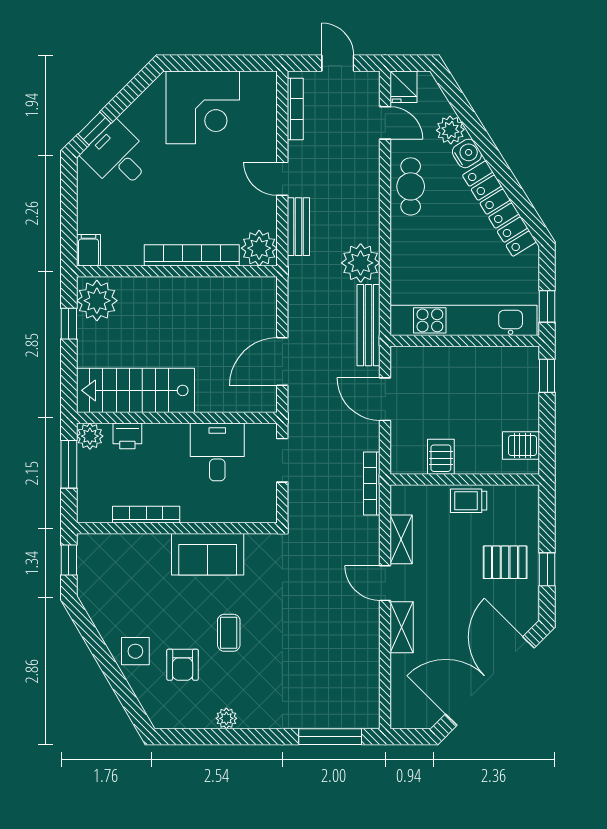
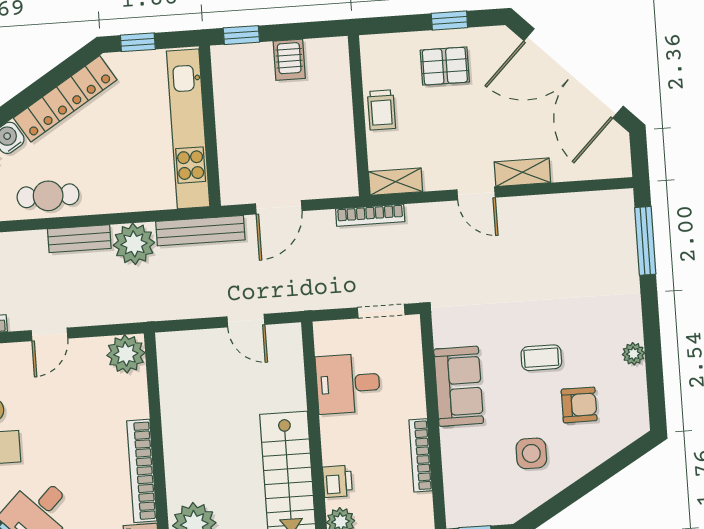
bench: (298, 227) -> (79, 239), moved
bookcase: (192, 255) -> (142, 471), moved
window: (547, 306) -> (138, 42), moved
door: (282, 362) -> (246, 321), width x0.73
server rack: (521, 446) -> (289, 60), moved
server rack: (441, 457) -> (336, 143), removed
doorway: (282, 460) -> (381, 311), moved
shelving: (401, 539) -> (396, 182), moved
pallet: (505, 562) -> (445, 66), turned 90
door: (385, 583) -> (476, 193), hinge flipped
side table: (135, 651) -> (531, 453), moved

